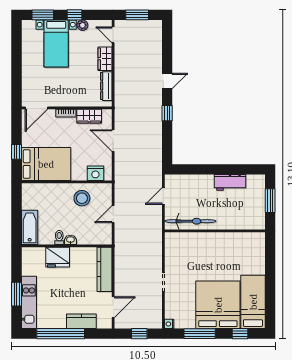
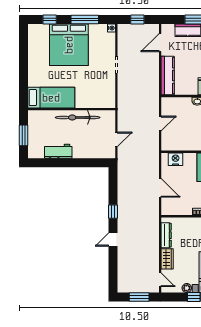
wardrobe: (89, 116) -> (181, 209), removed
stool: (82, 198) -> (187, 137), removed
bicycle: (190, 221) -> (78, 117), moved
bed: (253, 302) -> (51, 98), moved, turned -90

